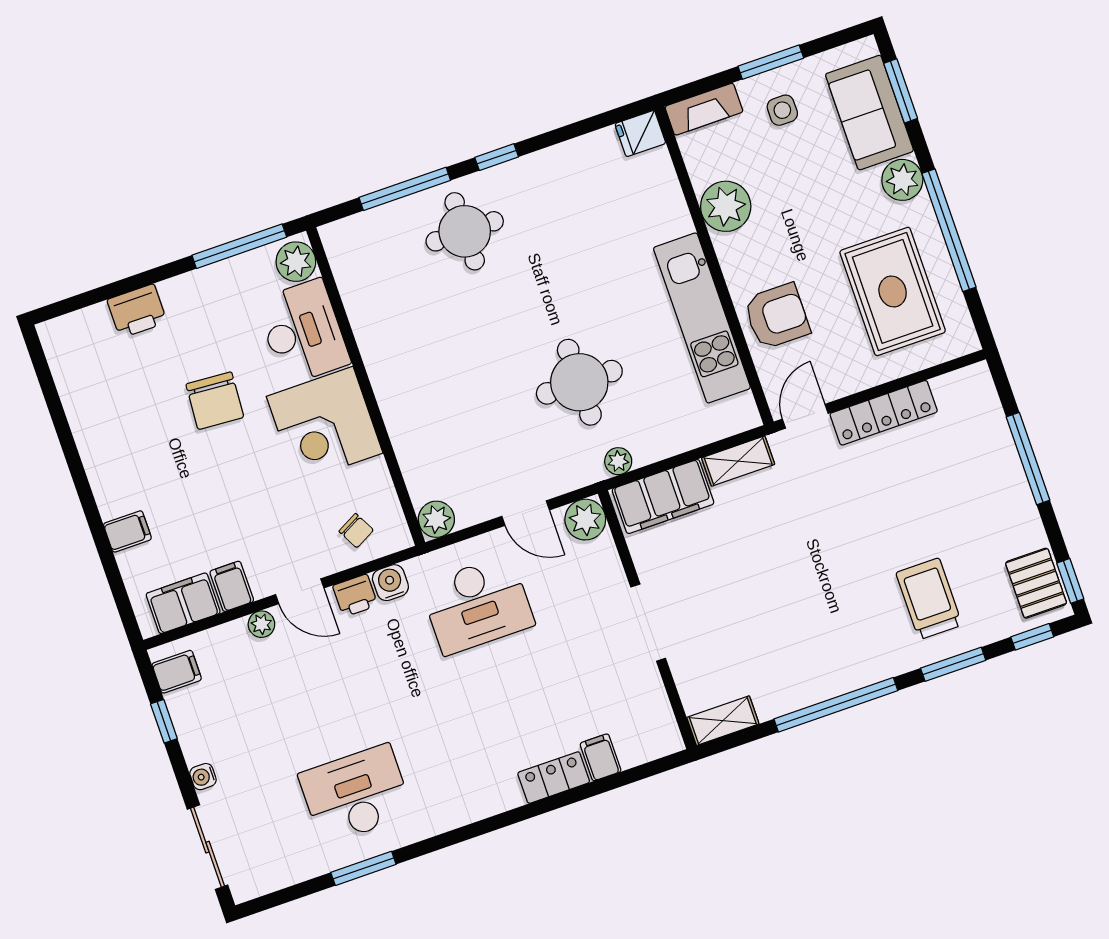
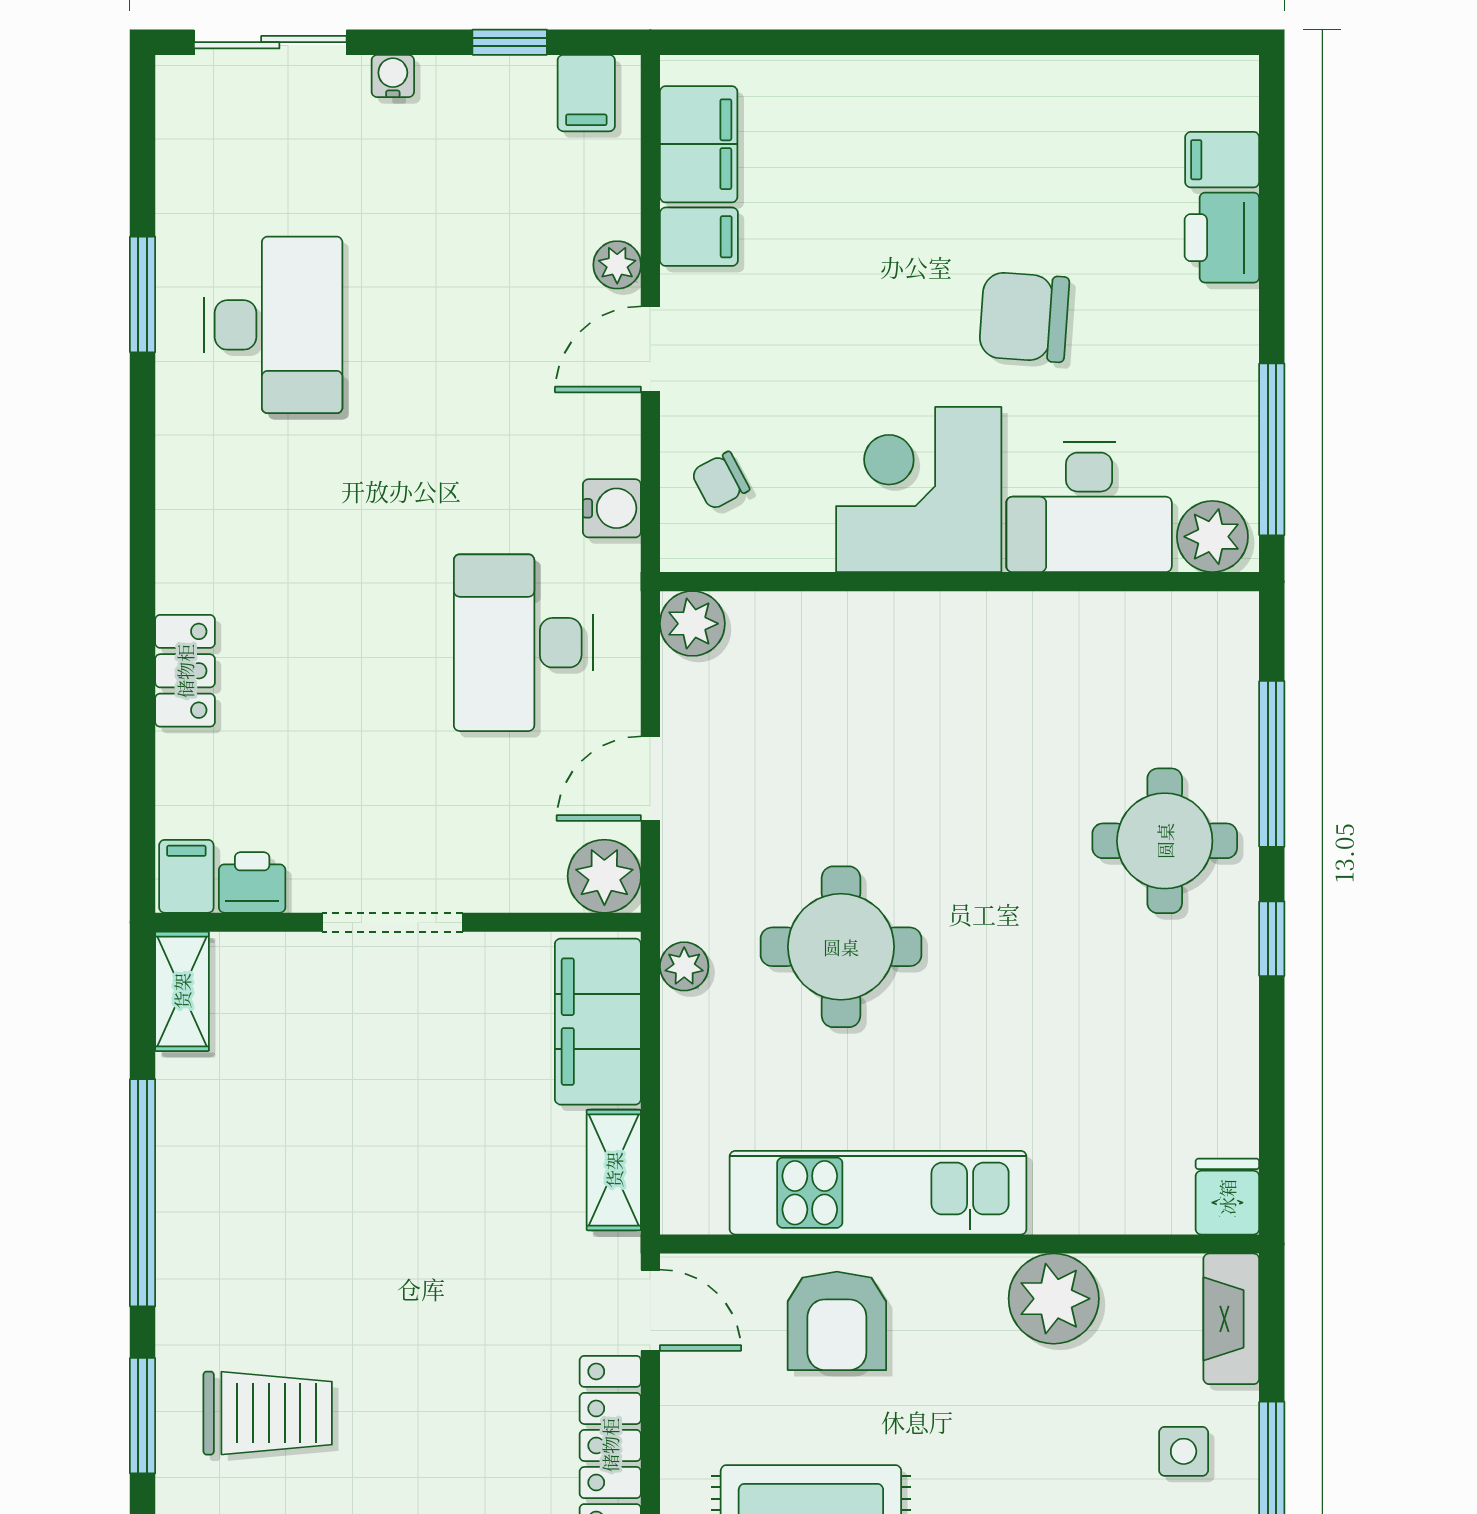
filing cabinet: (127, 531) -> (1222, 160), moved, turned 90
printer: (355, 596) -> (252, 883), moved, turned 90
filing cabinet: (601, 757) -> (186, 876), moved, turned -90

